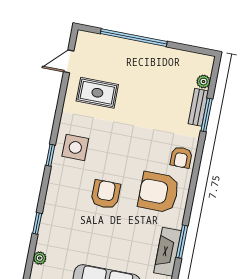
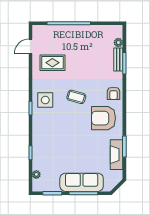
coffee table: (123, 152) -> (76, 97), added
armchair: (106, 194) -> (70, 126), removed

